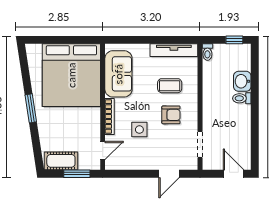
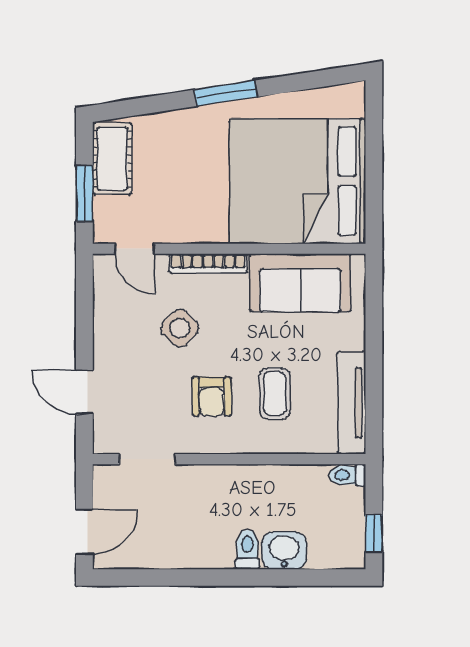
side table: (139, 130) -> (180, 328), turned 45

